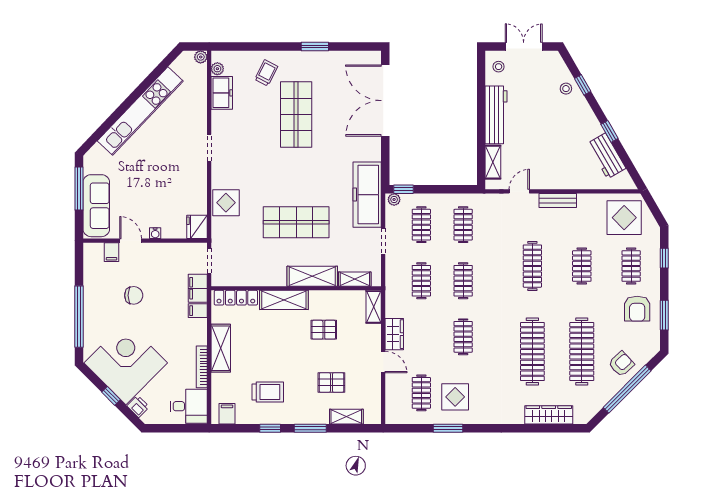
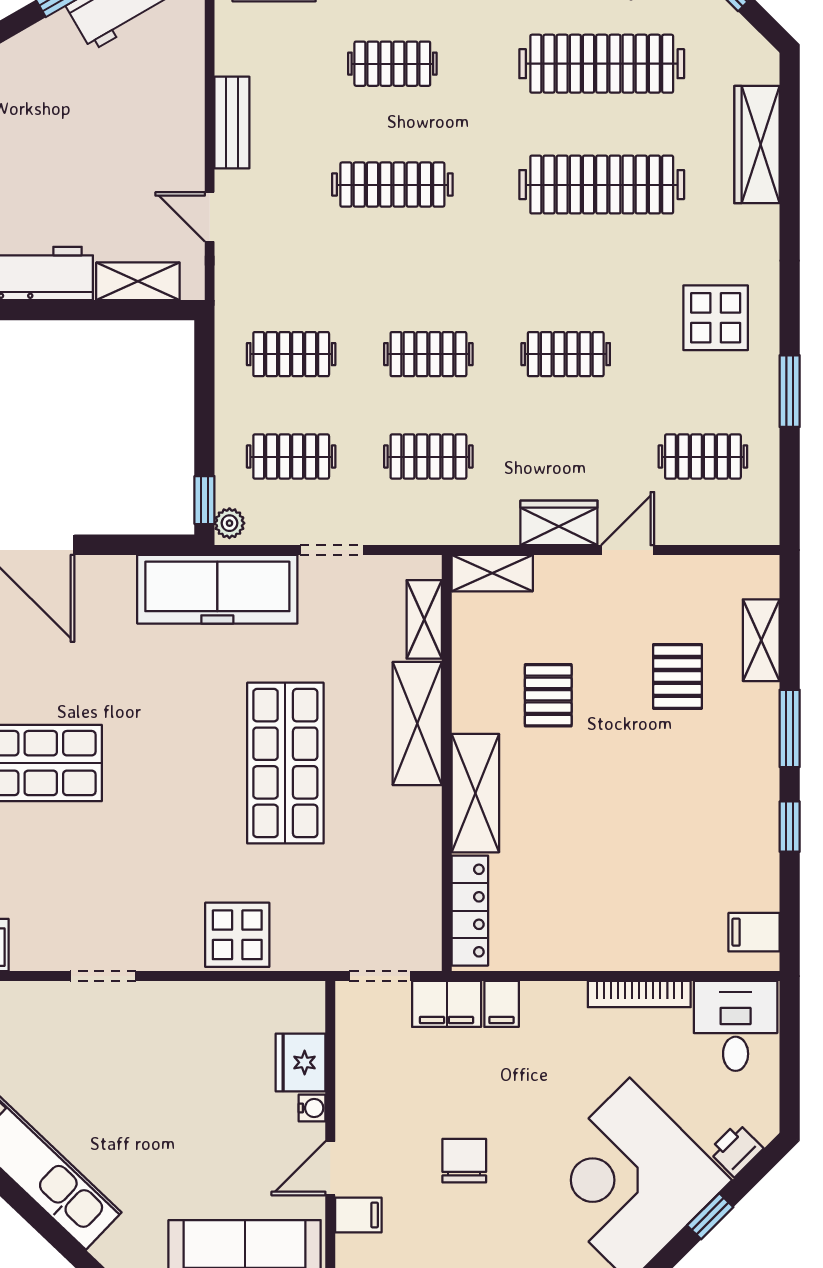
fridge: (197, 227) -> (301, 1062), moved, turned 90
shelving: (221, 348) -> (594, 948), removed
trolley: (268, 392) -> (701, 833), removed
display table: (455, 397) -> (716, 318), moved

